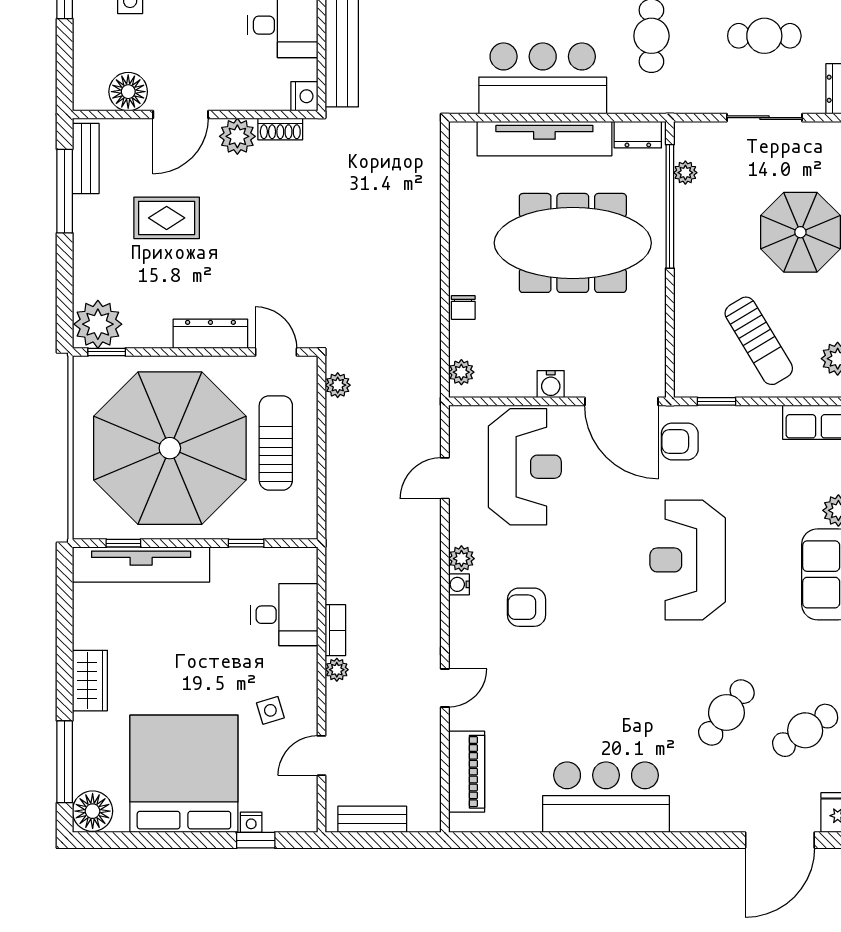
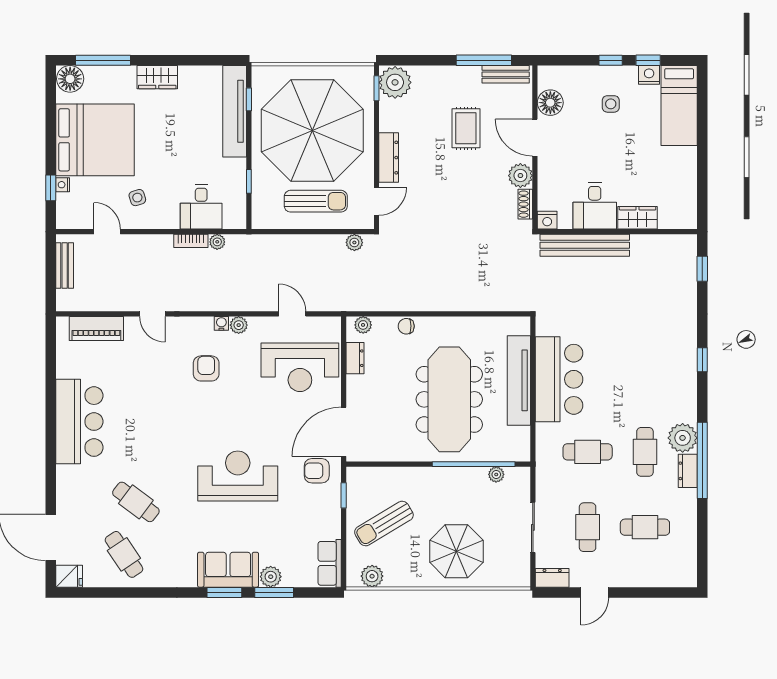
dresser: (638, 135) -> (355, 358), moved, turned 180
water cooler: (551, 384) -> (355, 385), removed
armchair: (680, 441) -> (317, 471), turned -90
plant: (337, 670) -> (217, 242), moved

